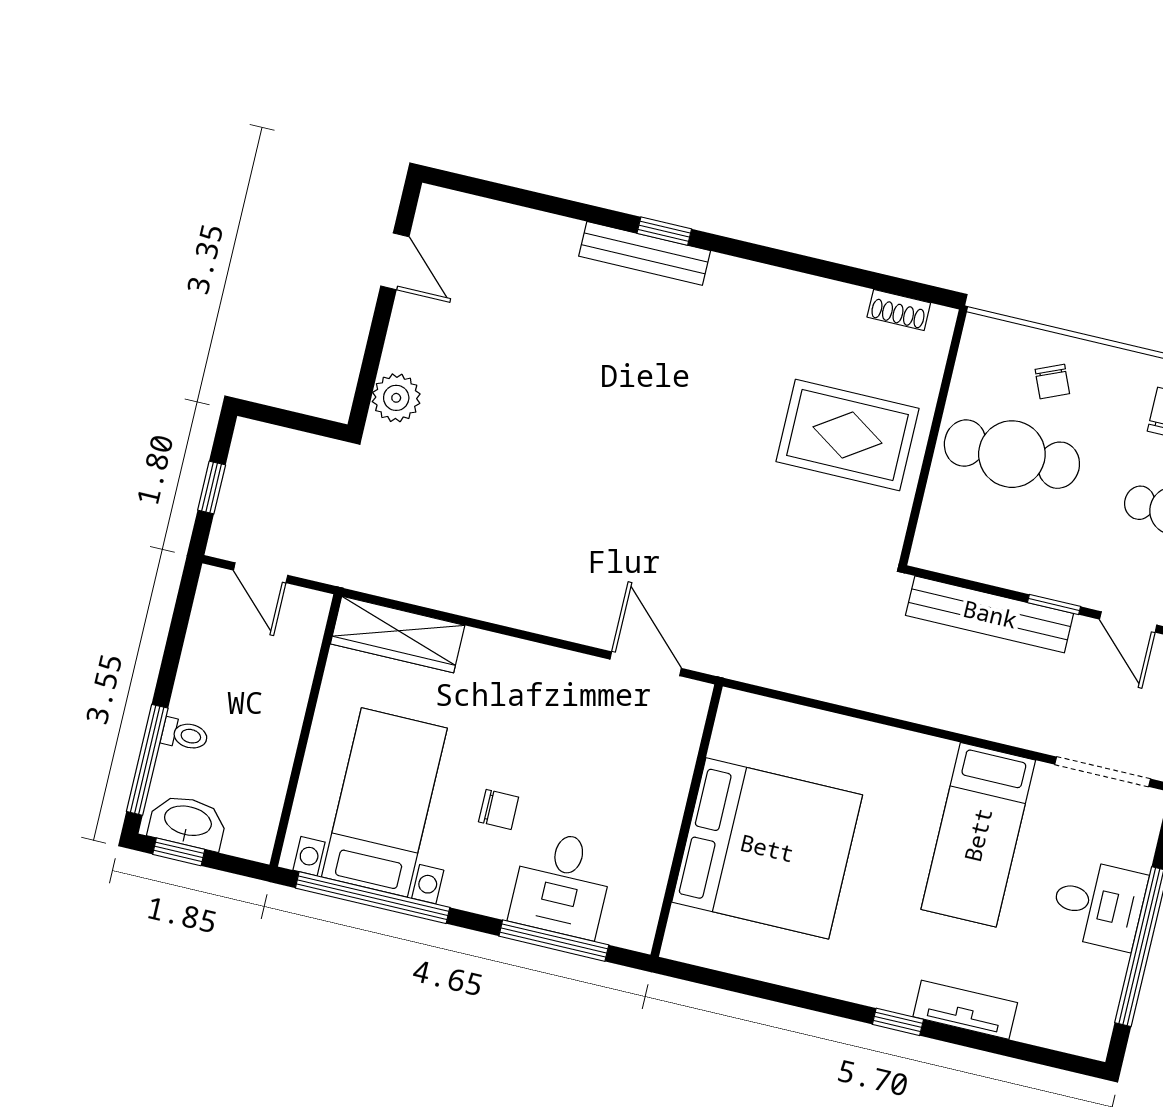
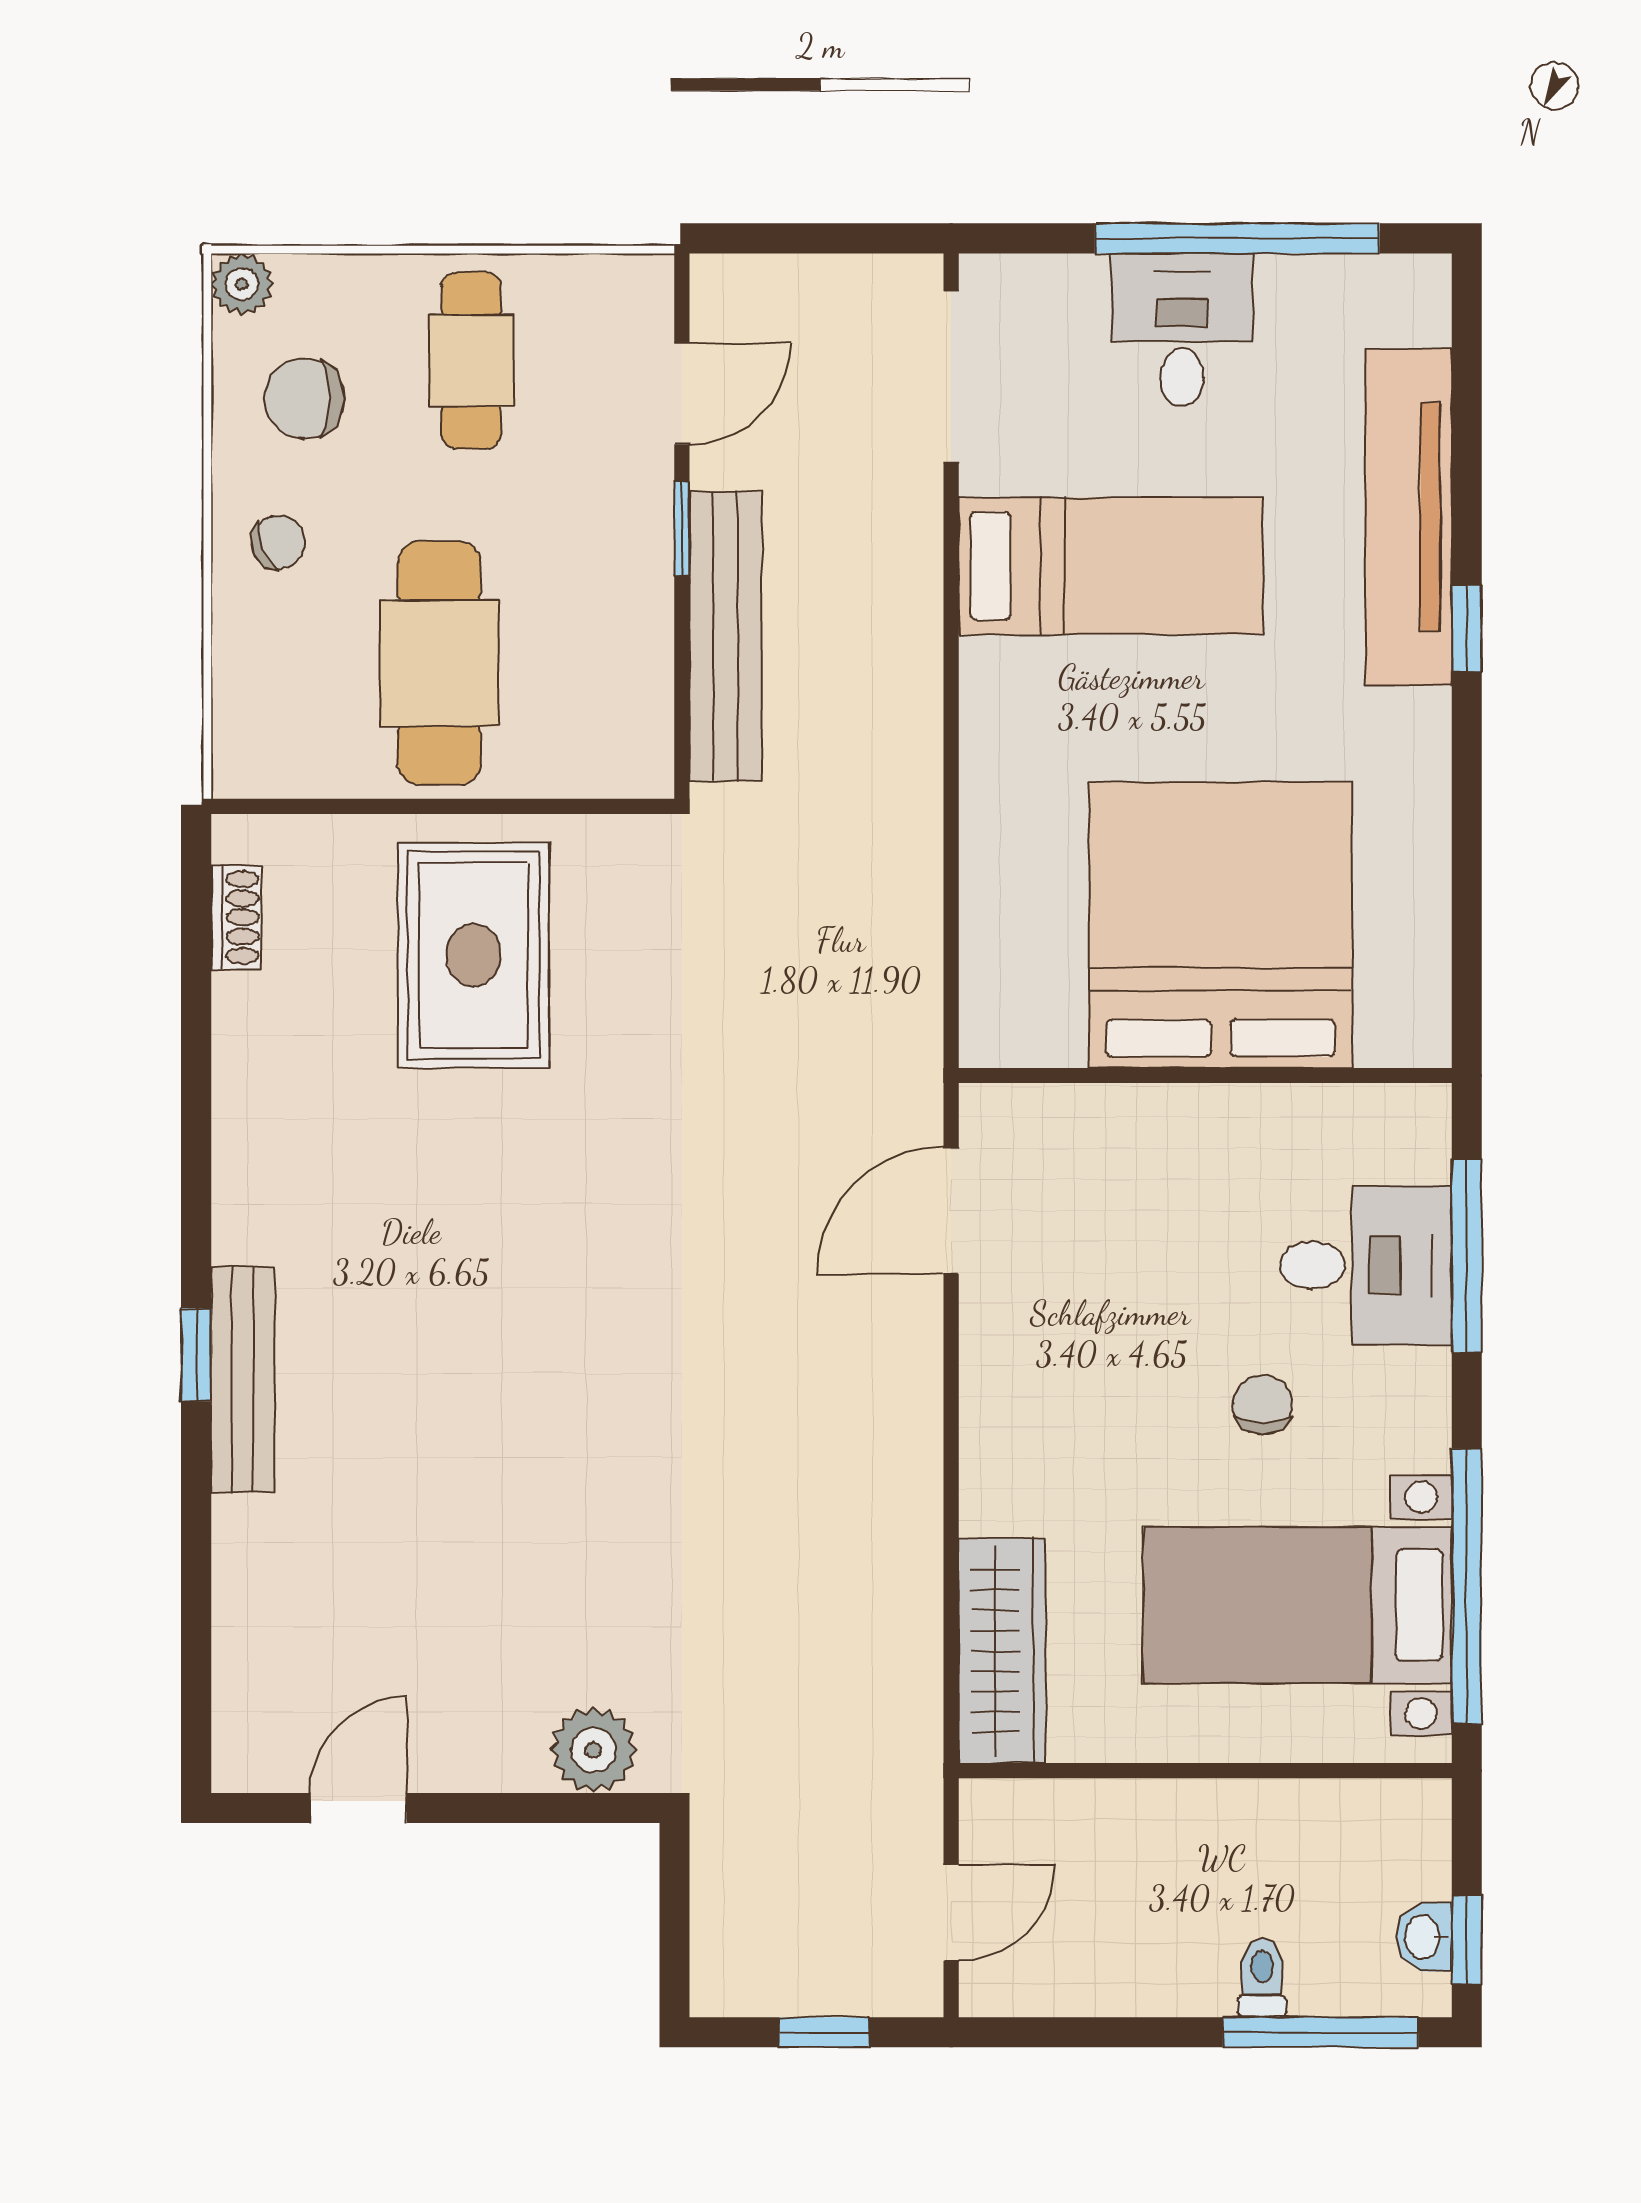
chair: (1052, 381) -> (278, 542), moved
washbasin: (188, 822) -> (1424, 1937), width x0.52, depth x0.69
tv unit: (965, 1010) -> (1409, 517), width x1.92, depth x1.29

